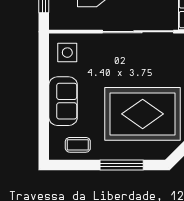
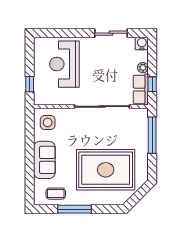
window: (122, 165) -> (74, 209), moved

